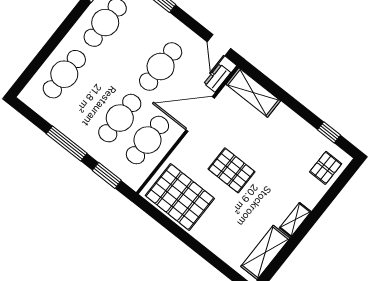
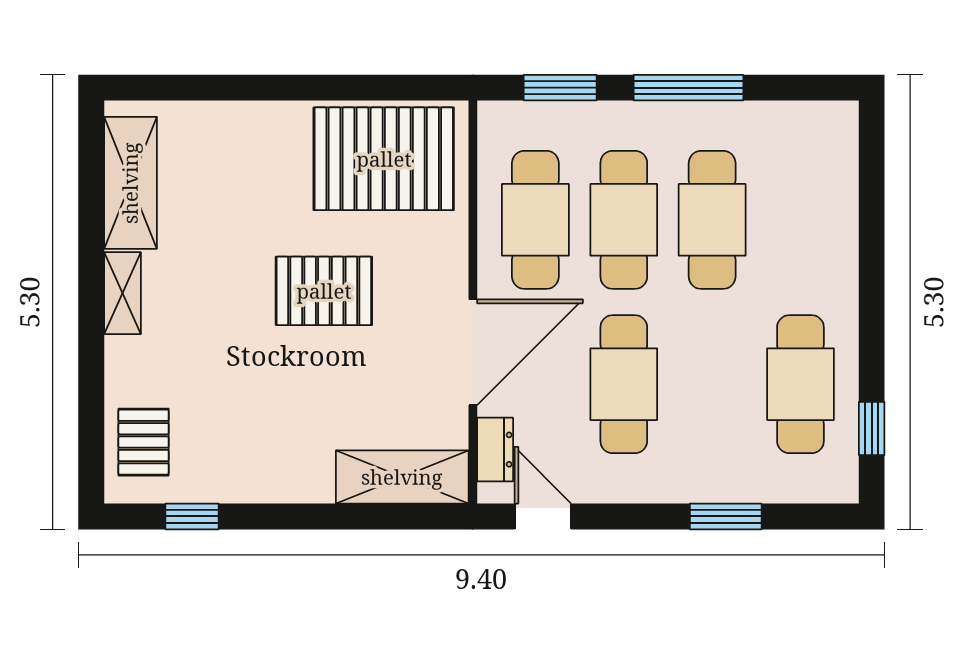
cafe table: (64, 74) -> (712, 220), moved

